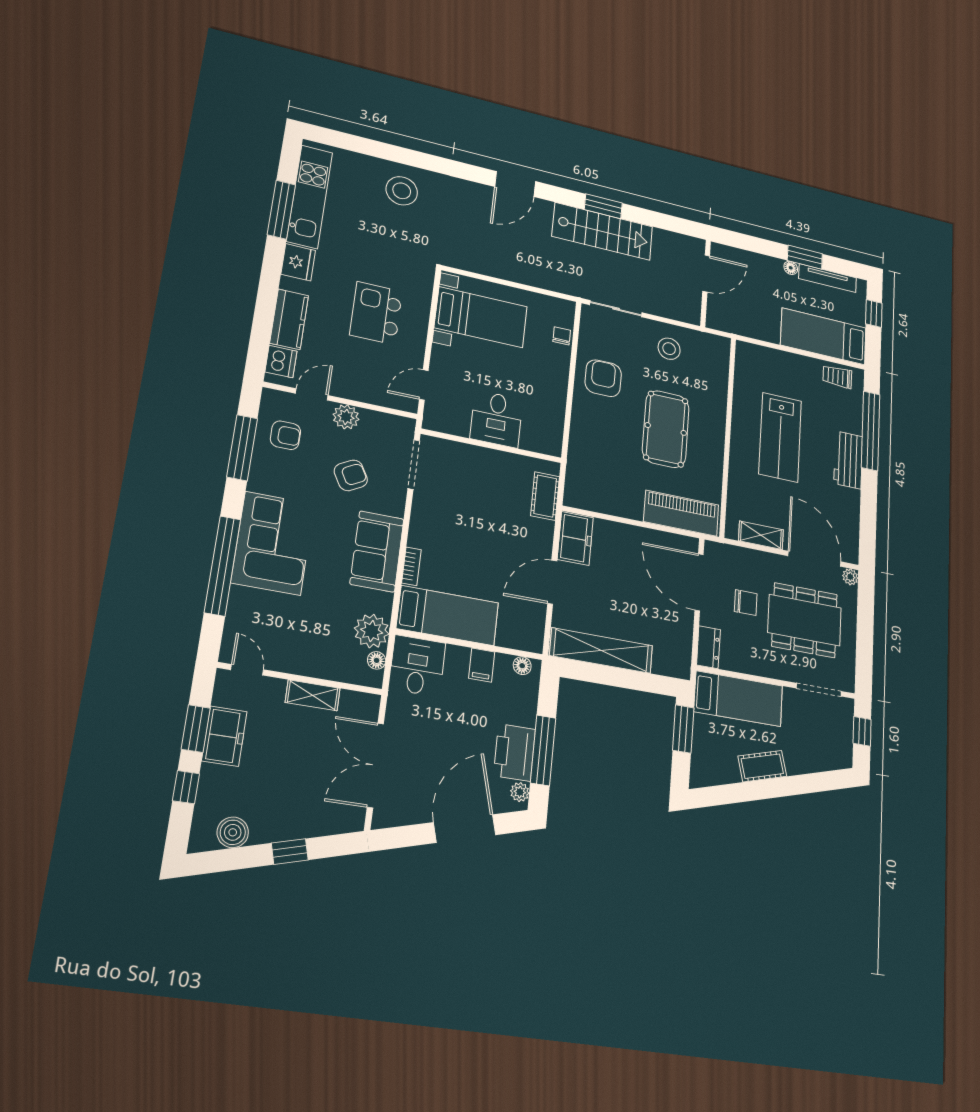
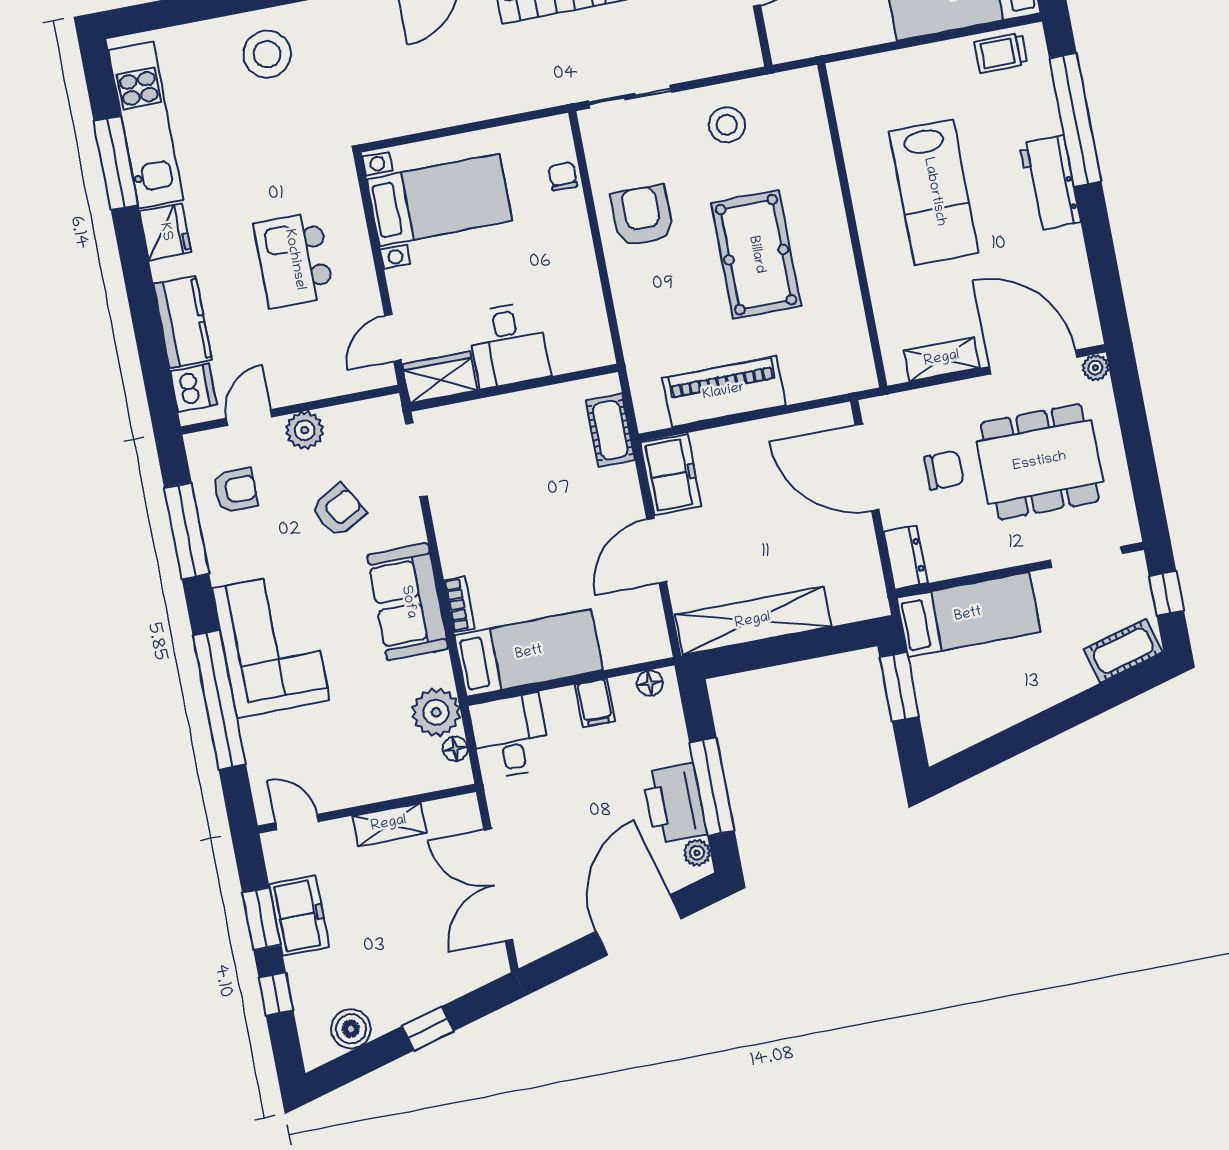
wardrobe: (446, 421) -> (440, 377), added
piano: (681, 513) -> (724, 392), moved
cot: (762, 766) -> (1123, 651), moved

